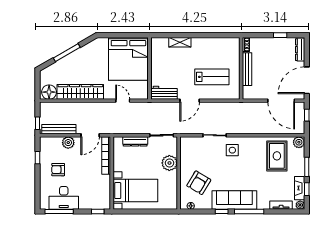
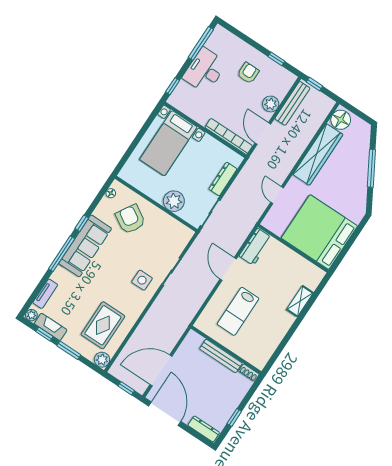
door: (123, 101) -> (277, 195), swing flipped
rug: (277, 156) -> (103, 325), turned 90
desk: (64, 198) -> (205, 70), moved

